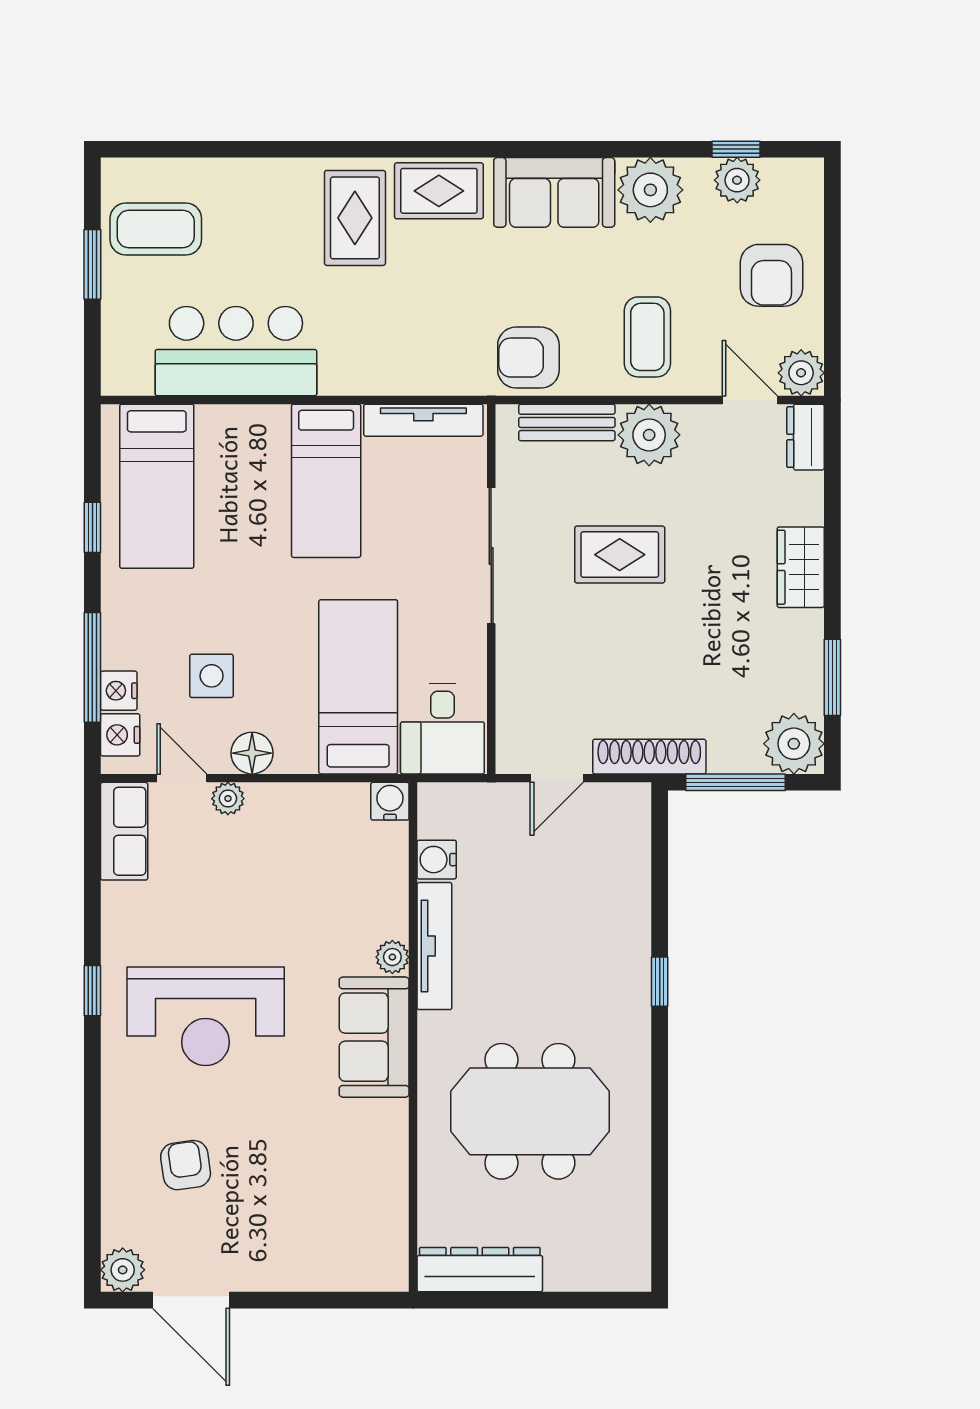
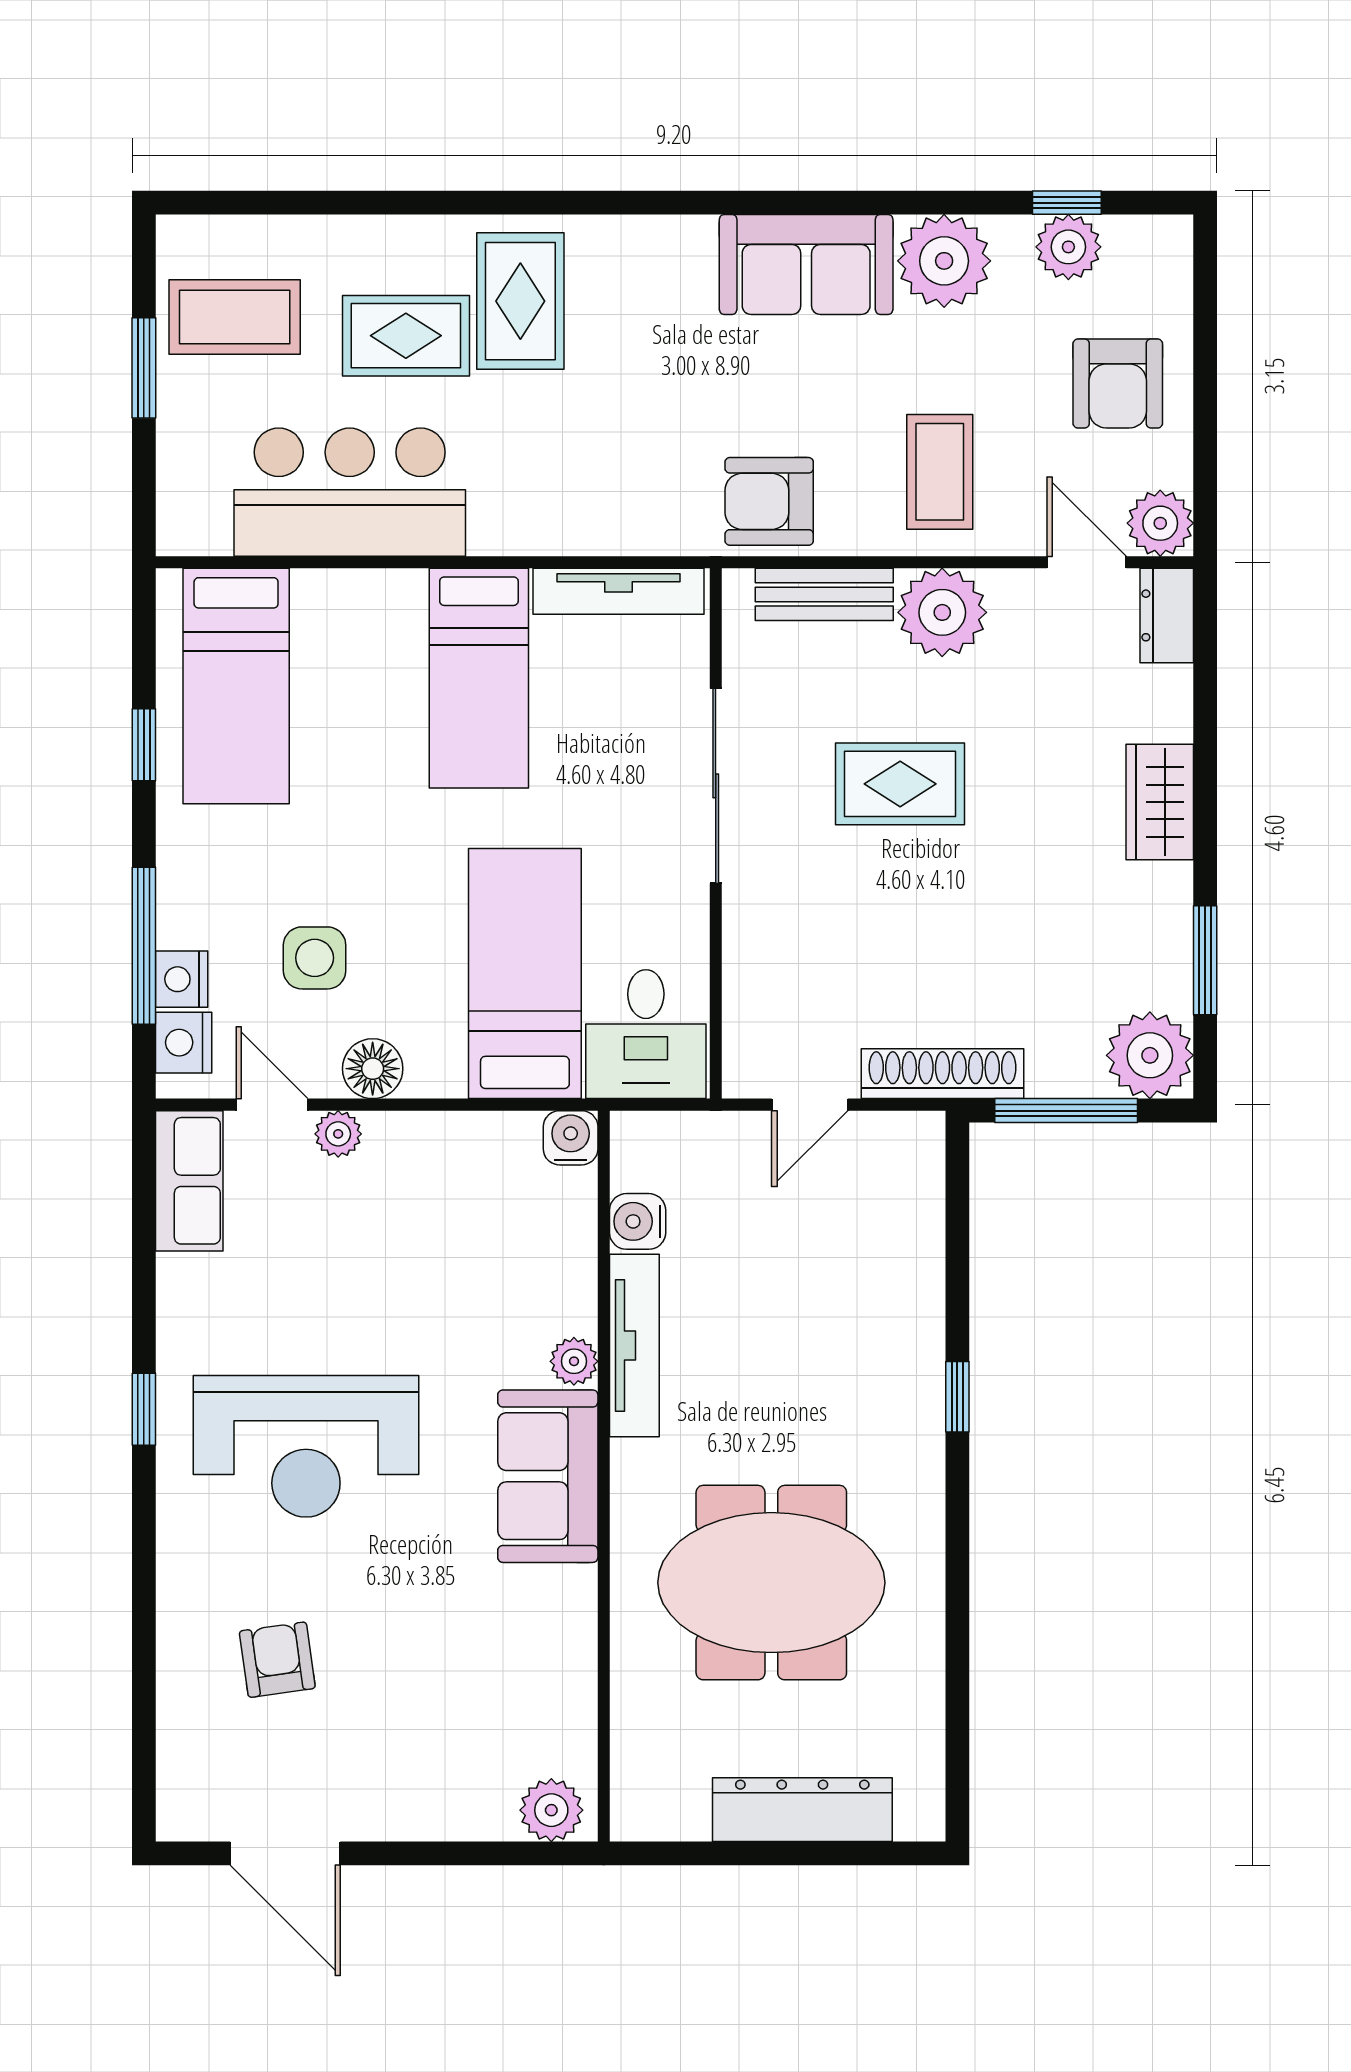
rug: (439, 191) -> (406, 336), moved
plant: (123, 1270) -> (551, 1810), moved
dresser: (480, 1270) -> (802, 1810), moved

